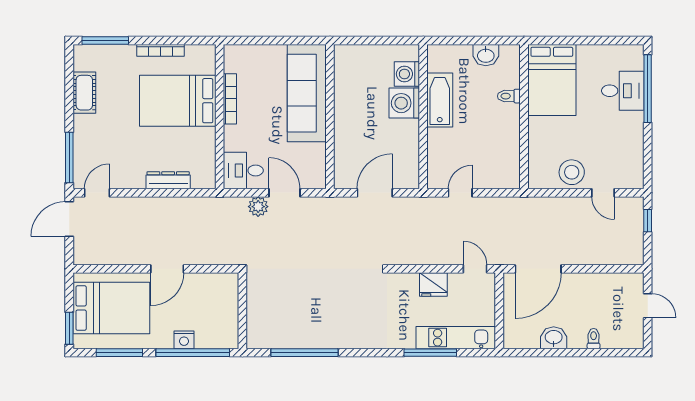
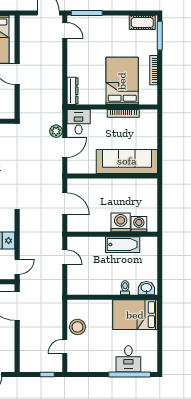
washbasin: (486, 55) -> (146, 288), moved, turned 90
cot: (84, 93) -> (142, 23), moved
dresser: (168, 180) -> (72, 91), moved

